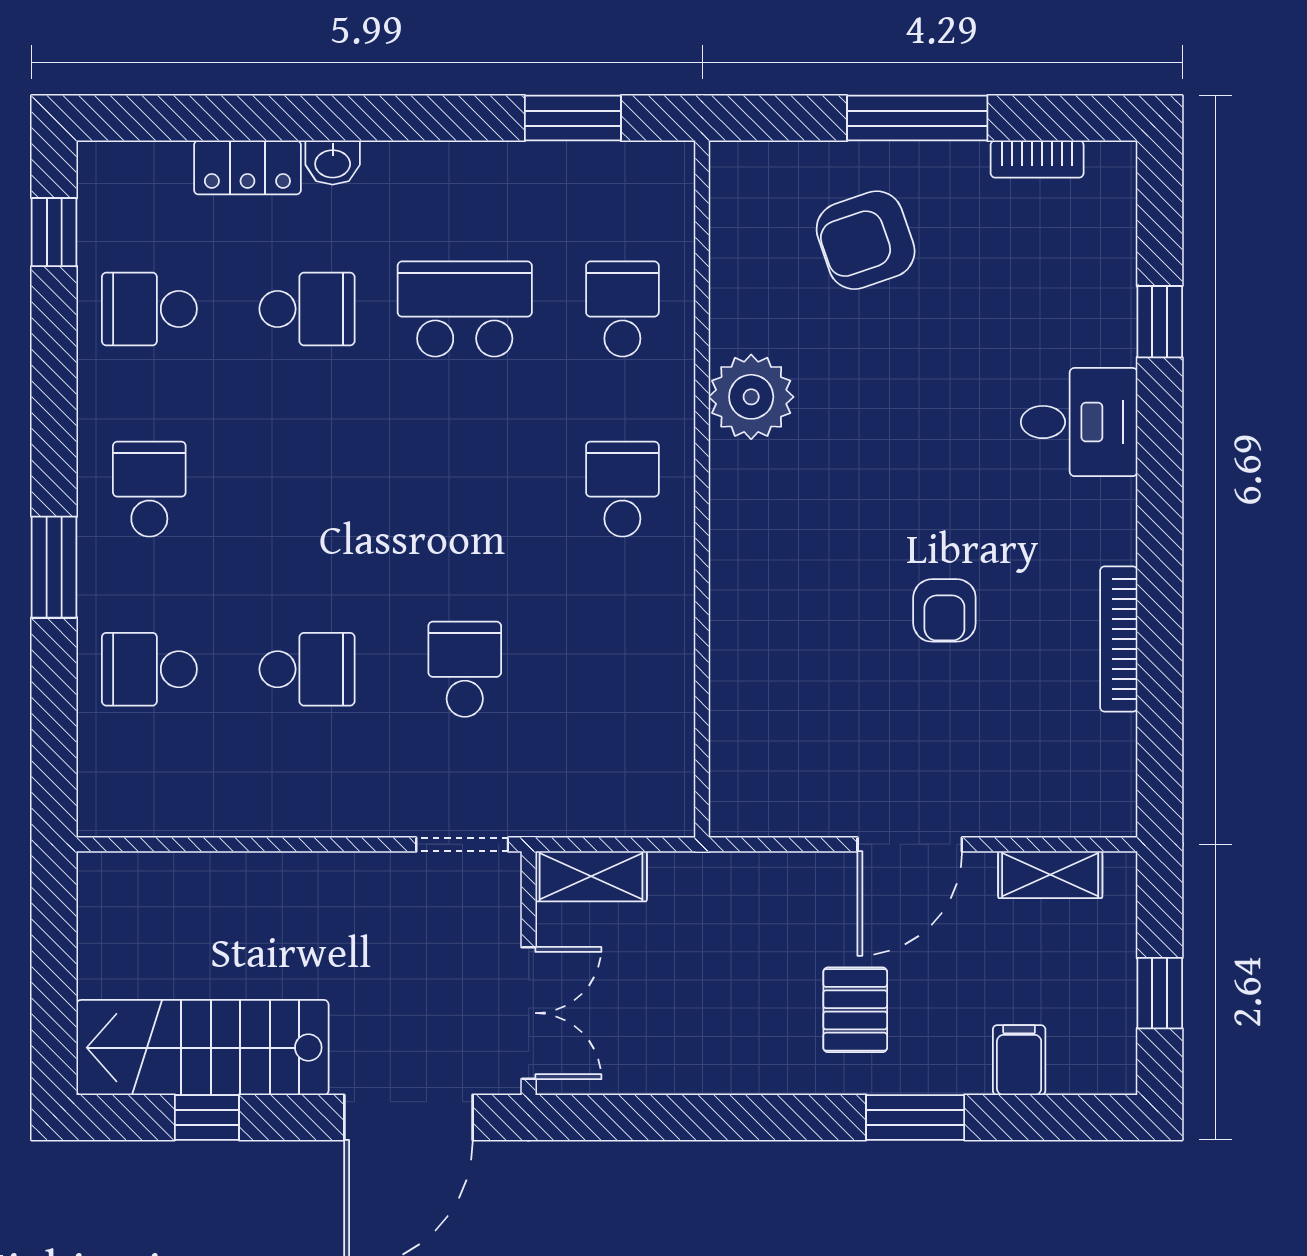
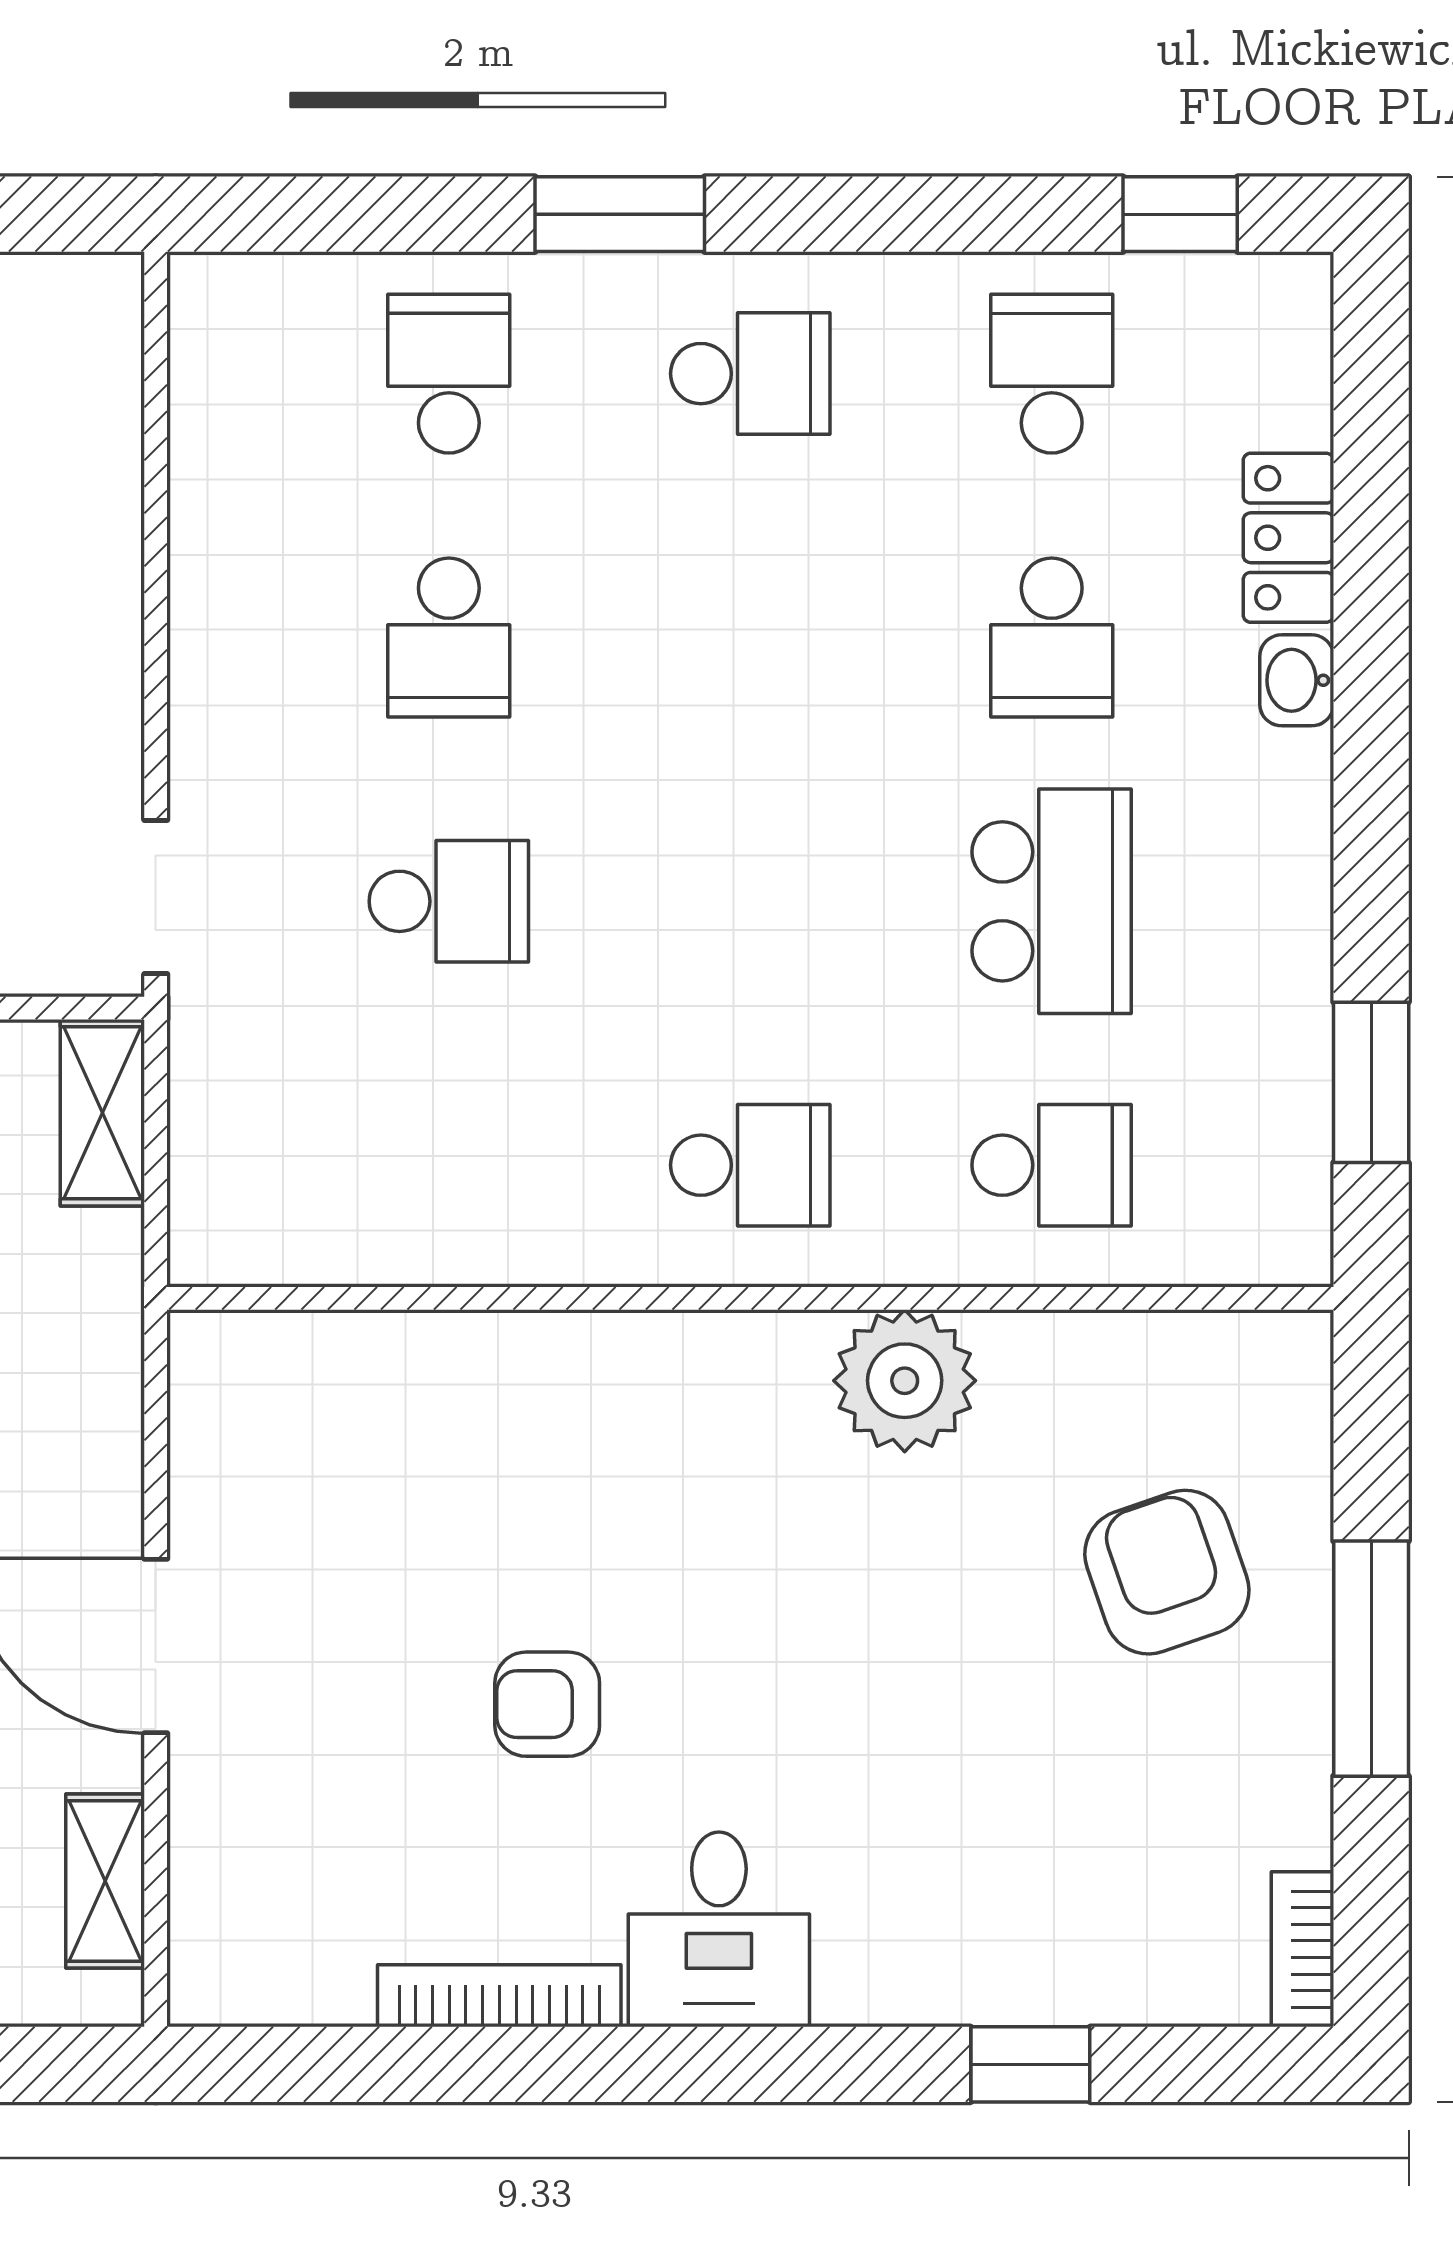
bookcase: (1037, 159) -> (1303, 1949), moved
desk: (1079, 422) -> (719, 1929), moved

